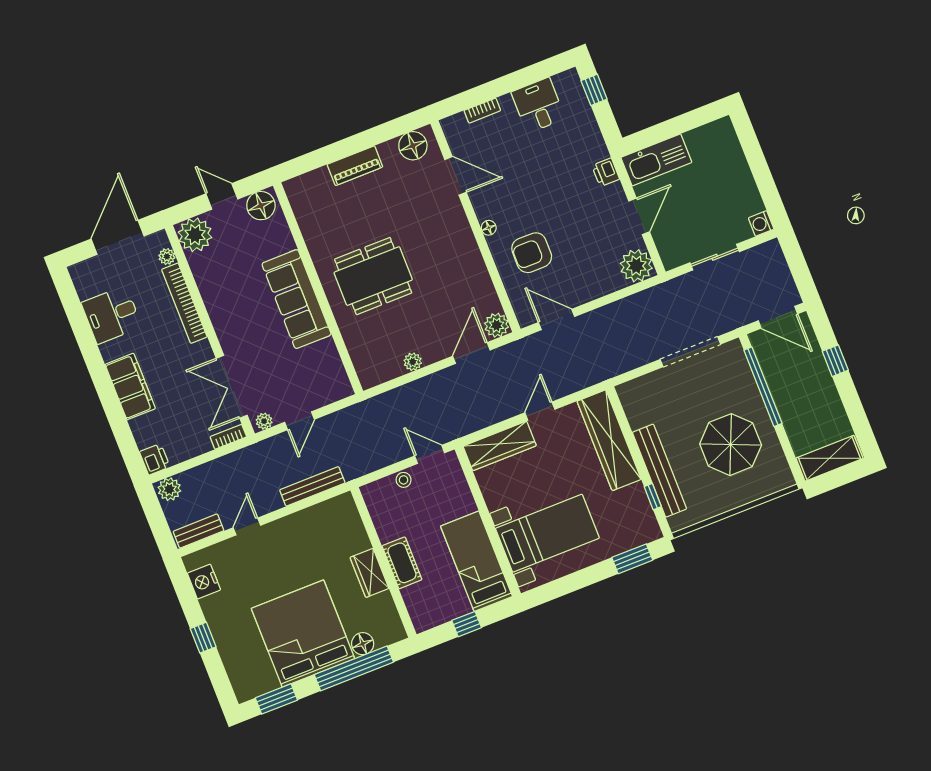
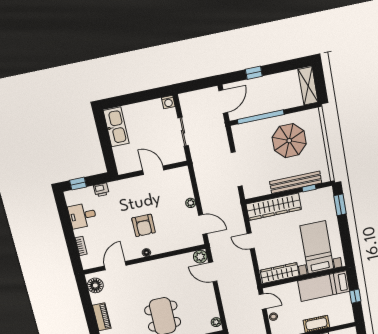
kitchen sink: (656, 160) -> (116, 127), moved
printer: (606, 172) -> (101, 190), moved
armchair: (532, 253) -> (144, 225), moved
plant: (636, 266) -> (191, 203), moved, width x0.53, depth x0.53
door: (556, 320) -> (203, 224), swing flipped
doorway: (690, 352) -> (237, 169), moved
plant: (413, 362) -> (216, 322), moved
wardrobe: (500, 446) -> (280, 273), moved, turned -90
door: (430, 454) -> (263, 301), swing flipped

